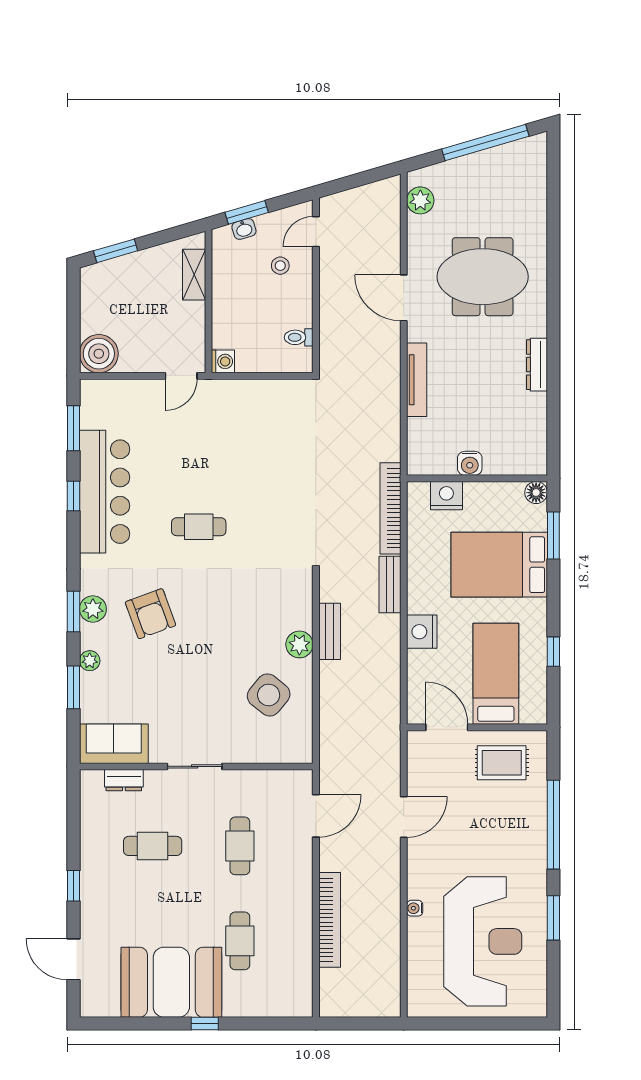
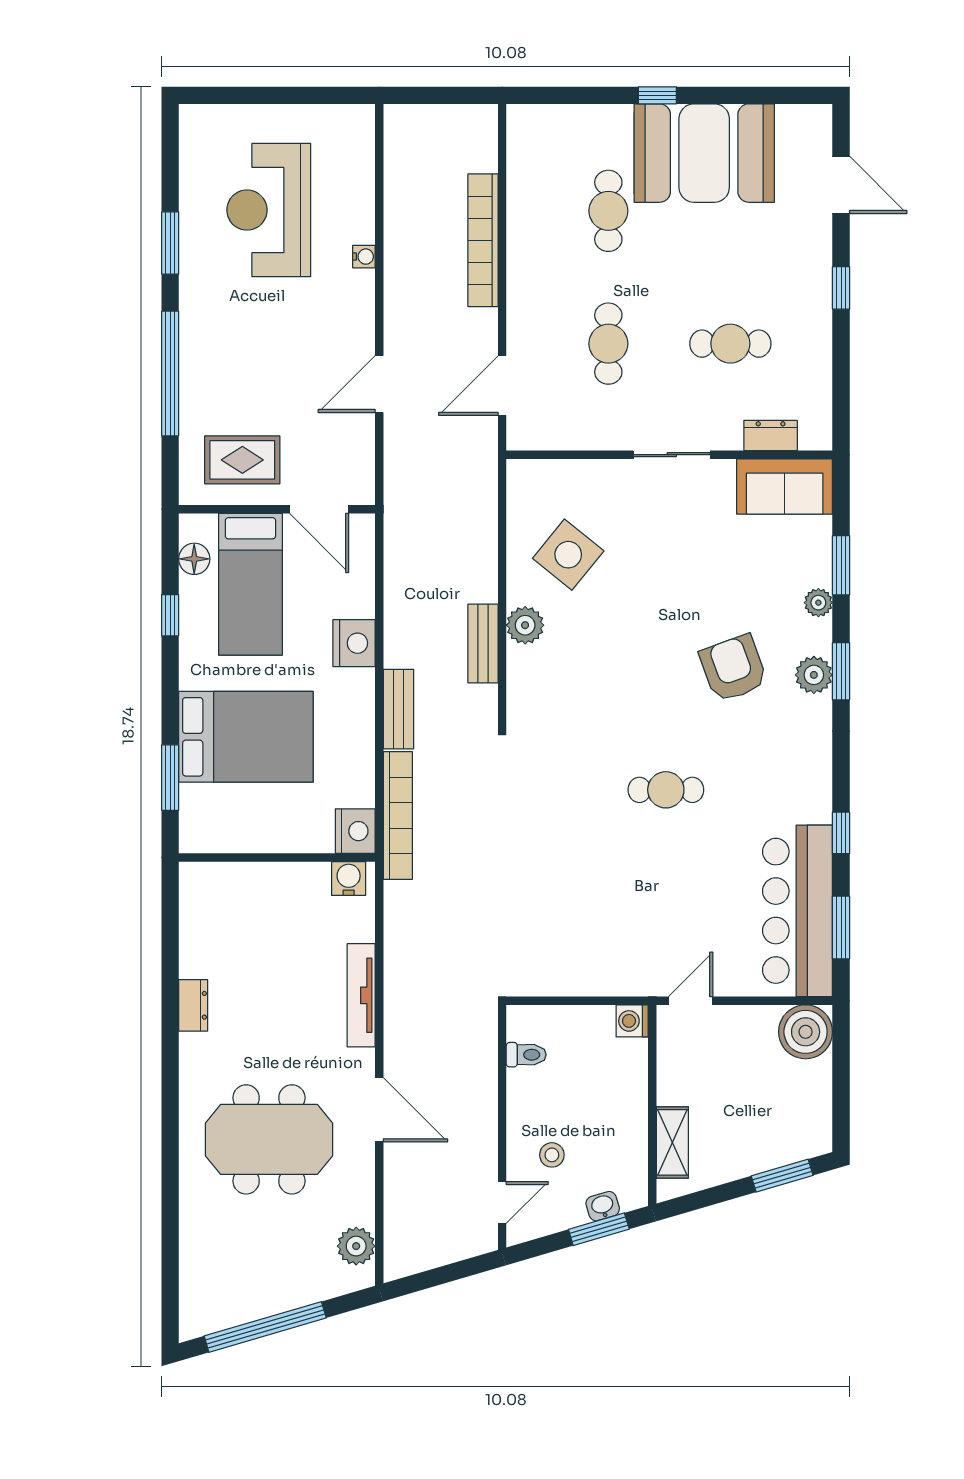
dresser: (537, 365) -> (193, 1005), width x0.70
water cooler: (470, 463) -> (349, 878), moved
bar counter: (105, 492) -> (798, 911), moved
floor lamp: (536, 493) -> (194, 559), moved
nightstand: (446, 496) -> (355, 831), moved, turned -90
reception desk: (483, 941) -> (269, 210), width x0.74, depth x0.77

